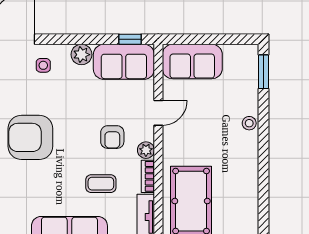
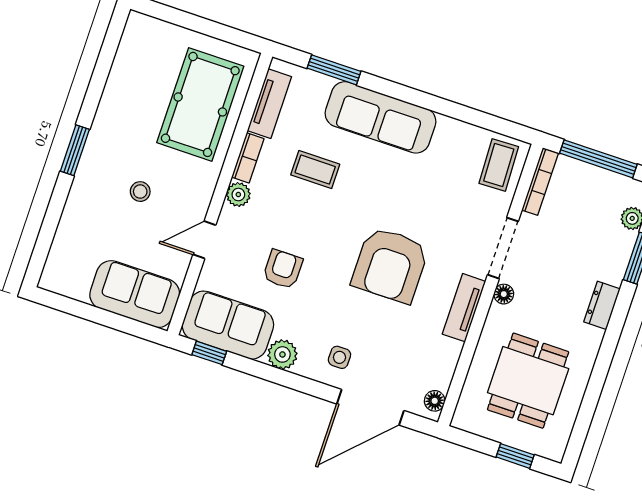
window: (263, 72) -> (75, 150), moved
stool: (249, 123) -> (140, 192), moved
armchair: (30, 137) -> (390, 265), turned 90
armchair: (112, 137) -> (283, 269), moved

